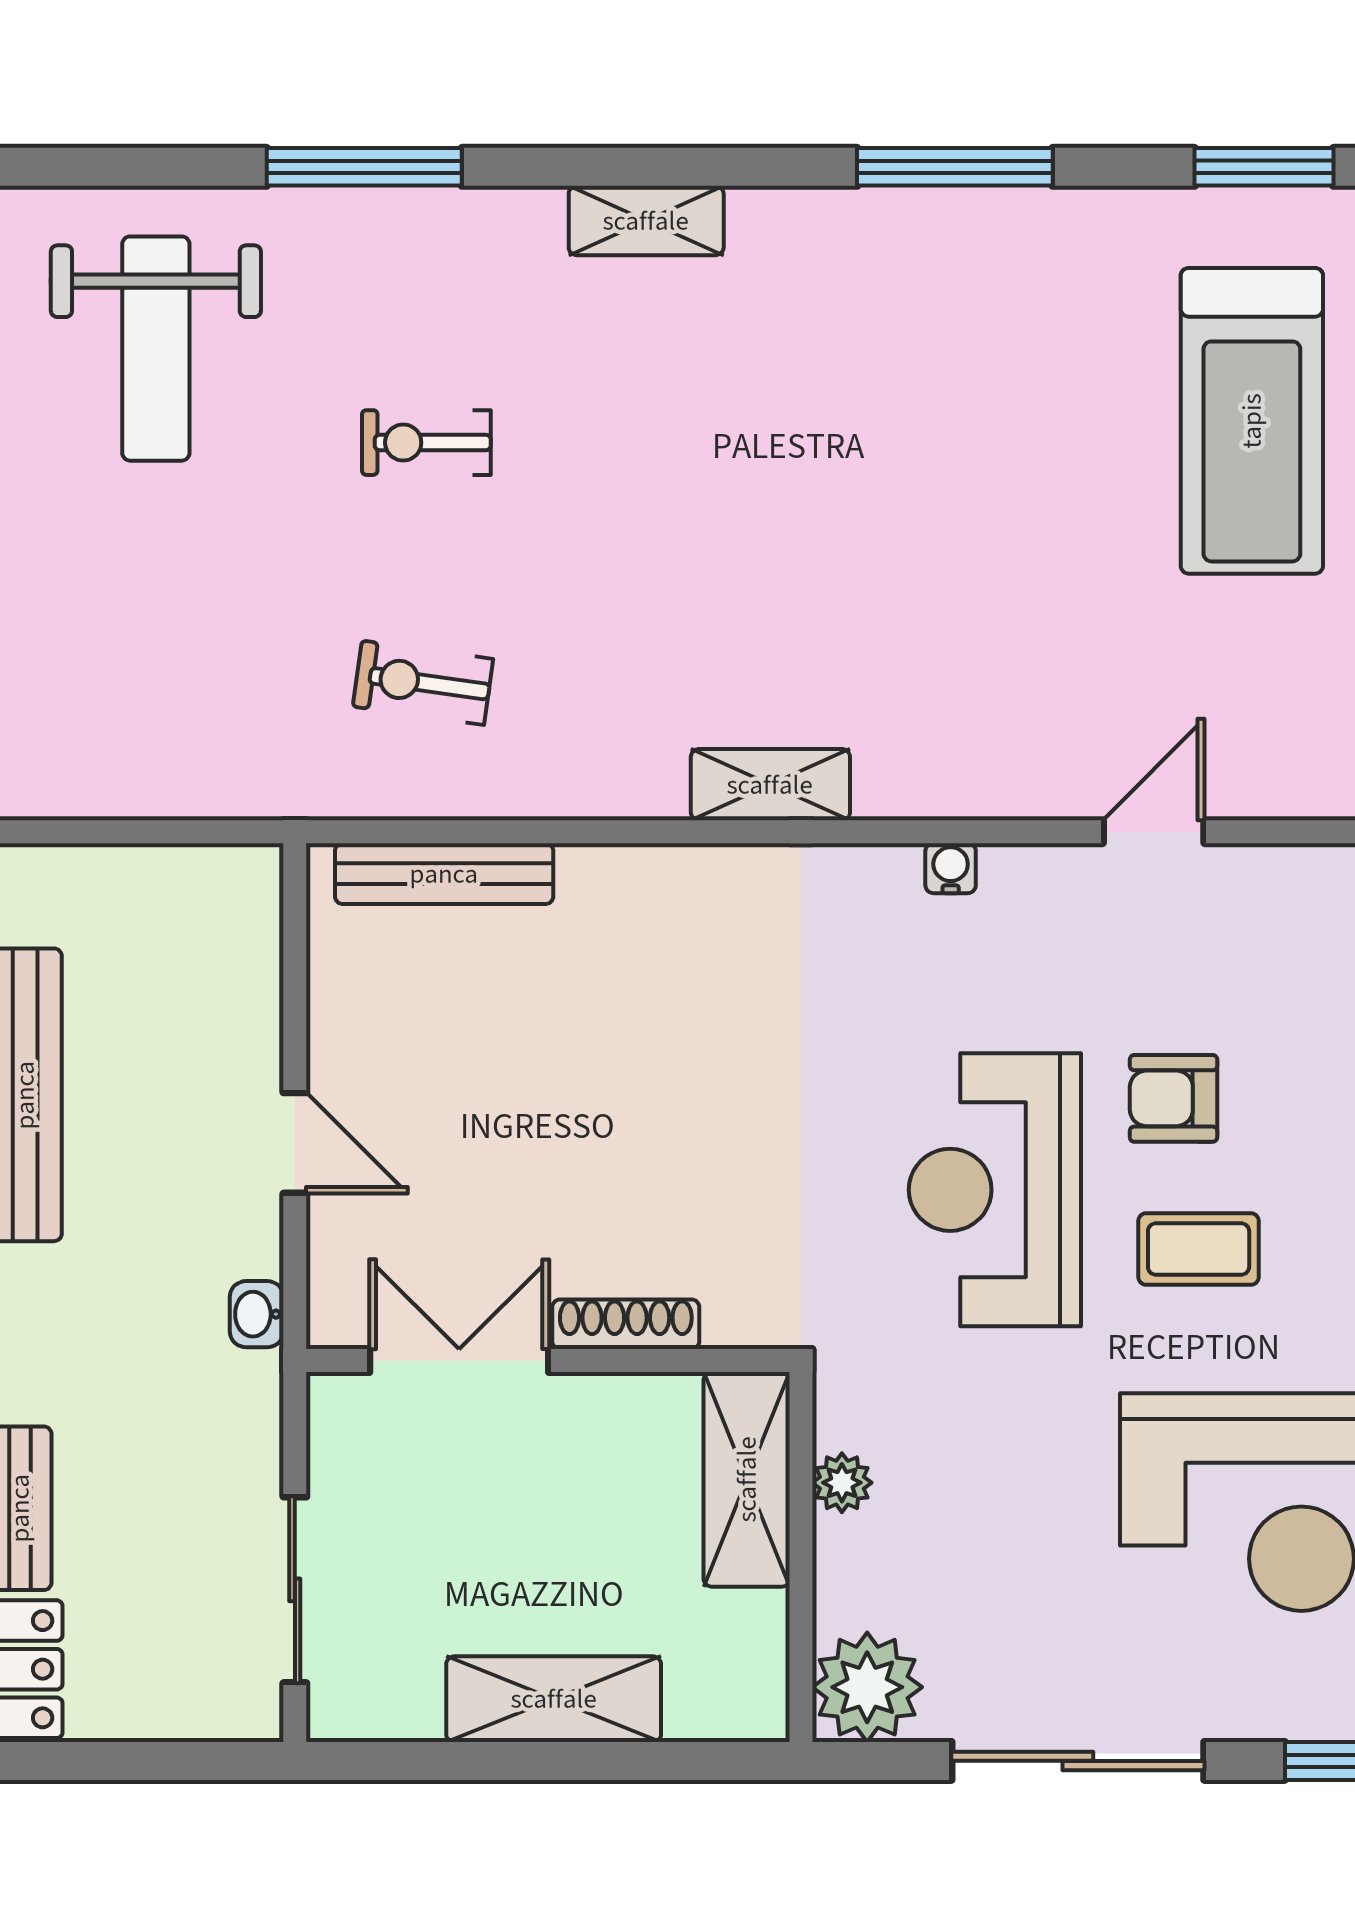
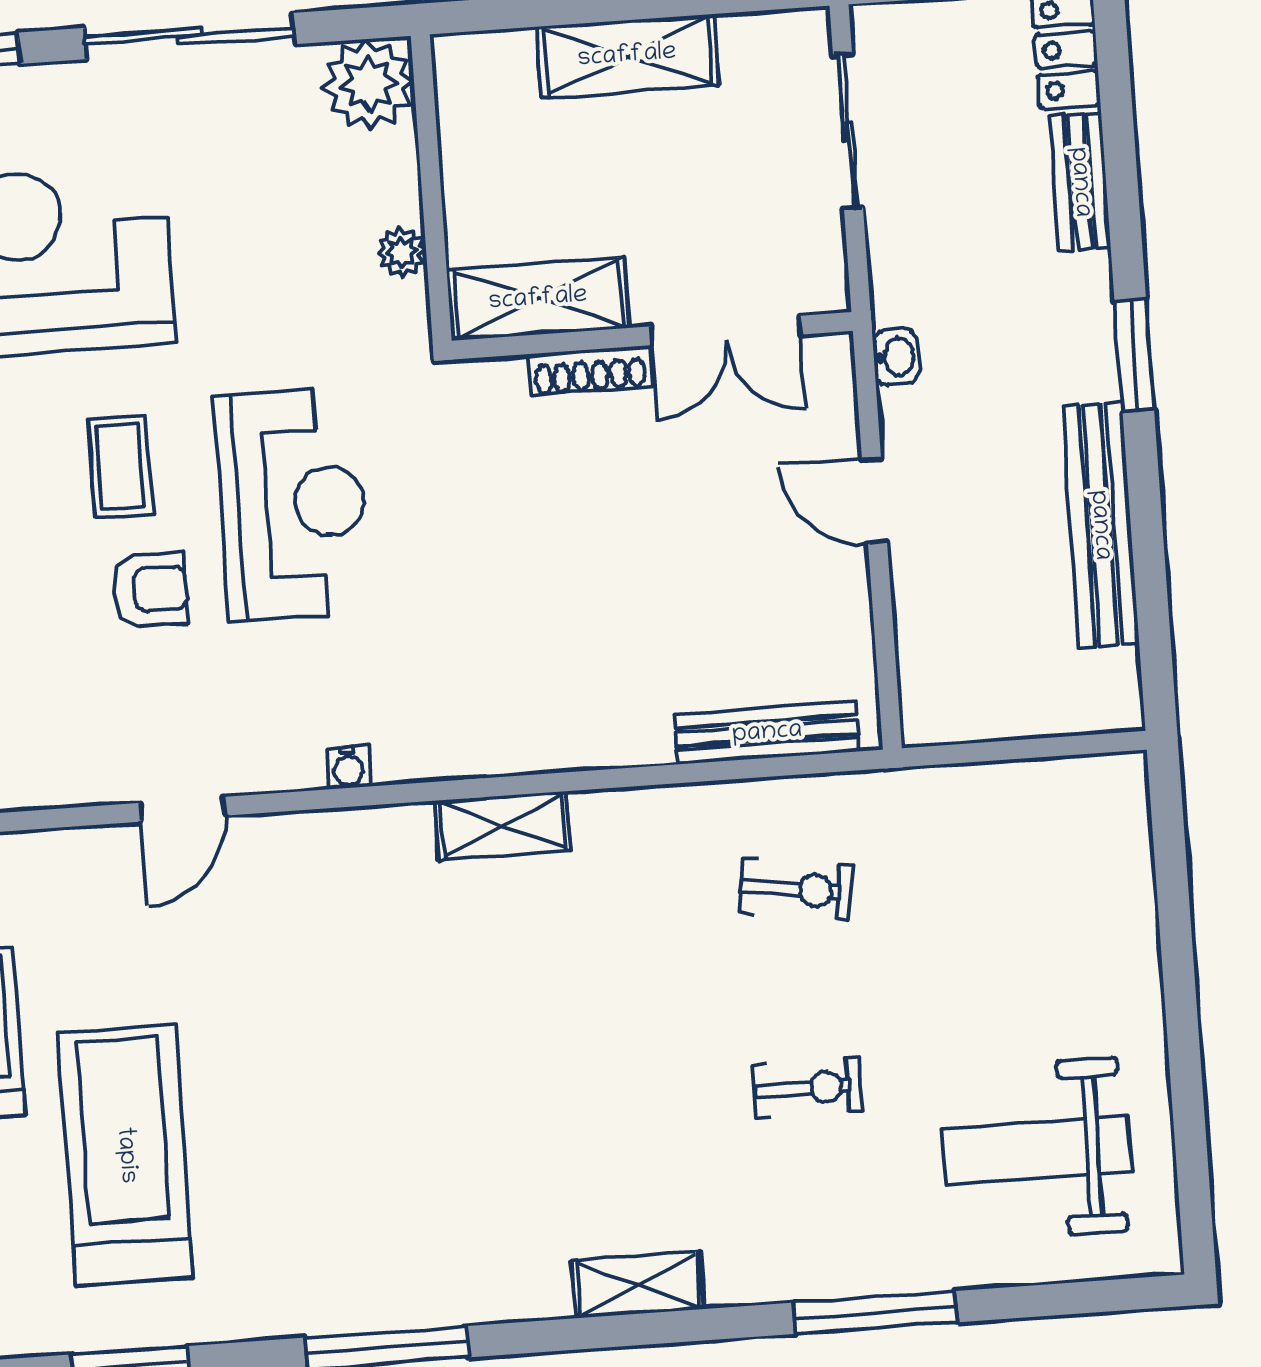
weight bench: (156, 349) -> (1037, 1150), turned -90
coffee table: (1199, 1249) -> (121, 467), turned 90
shelving: (747, 1479) -> (538, 299), moved, turned 90

